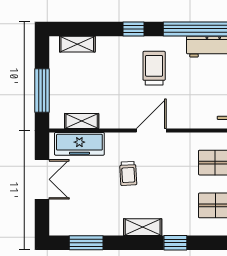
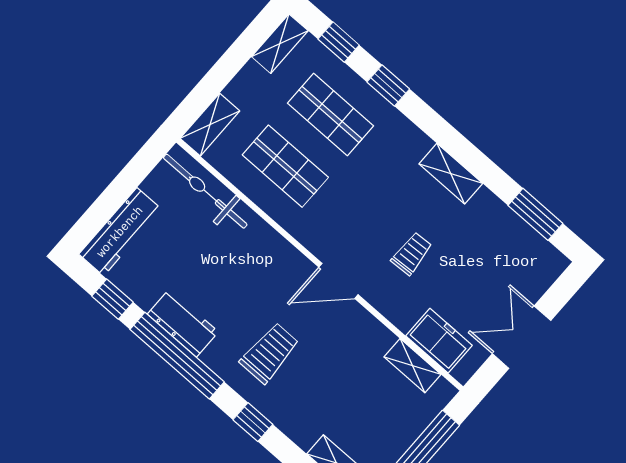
trolley: (154, 68) -> (270, 353), turned 180
freezer: (79, 144) -> (439, 341), width x0.71
window: (175, 243) -> (388, 85), moved

